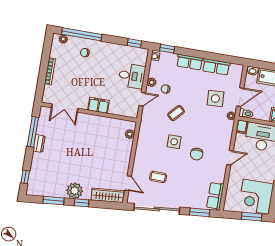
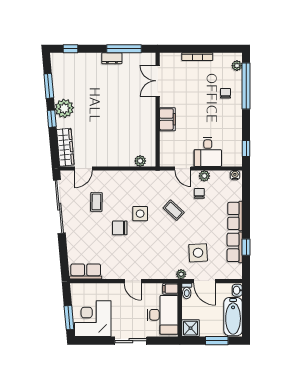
window: (167, 49) -> (246, 247), moved
chair: (197, 154) -> (120, 228), moved
window: (200, 212) -> (64, 257), removed

